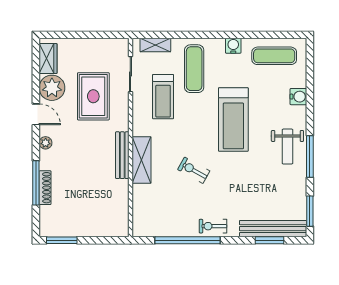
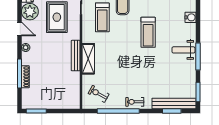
treadmill: (233, 120) -> (148, 32), width x0.73, depth x0.73
weight bench: (287, 147) -> (183, 50), turned 90
exercise bike: (194, 170) -> (99, 94), moved

